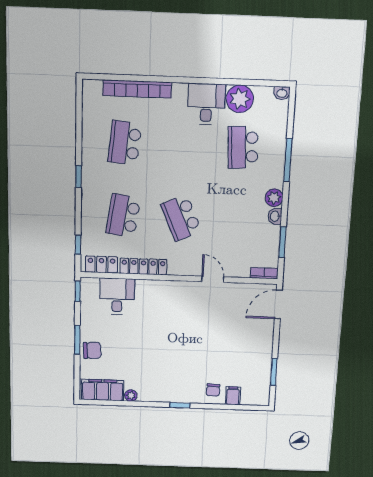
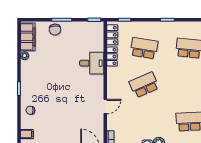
locker: (143, 266) -> (112, 56), width x0.66
desk: (117, 296) -> (92, 63), moved
filing cabinet: (233, 396) -> (27, 134), moved

